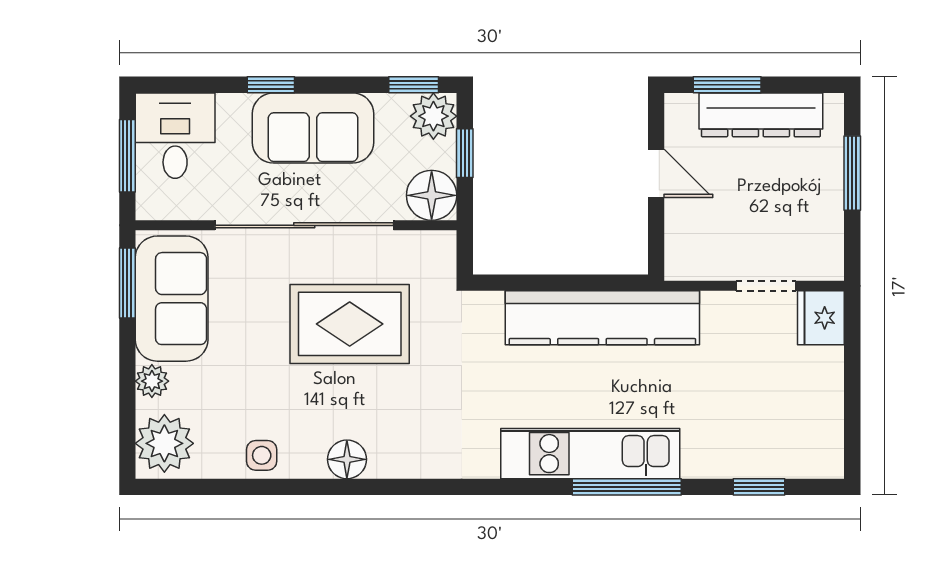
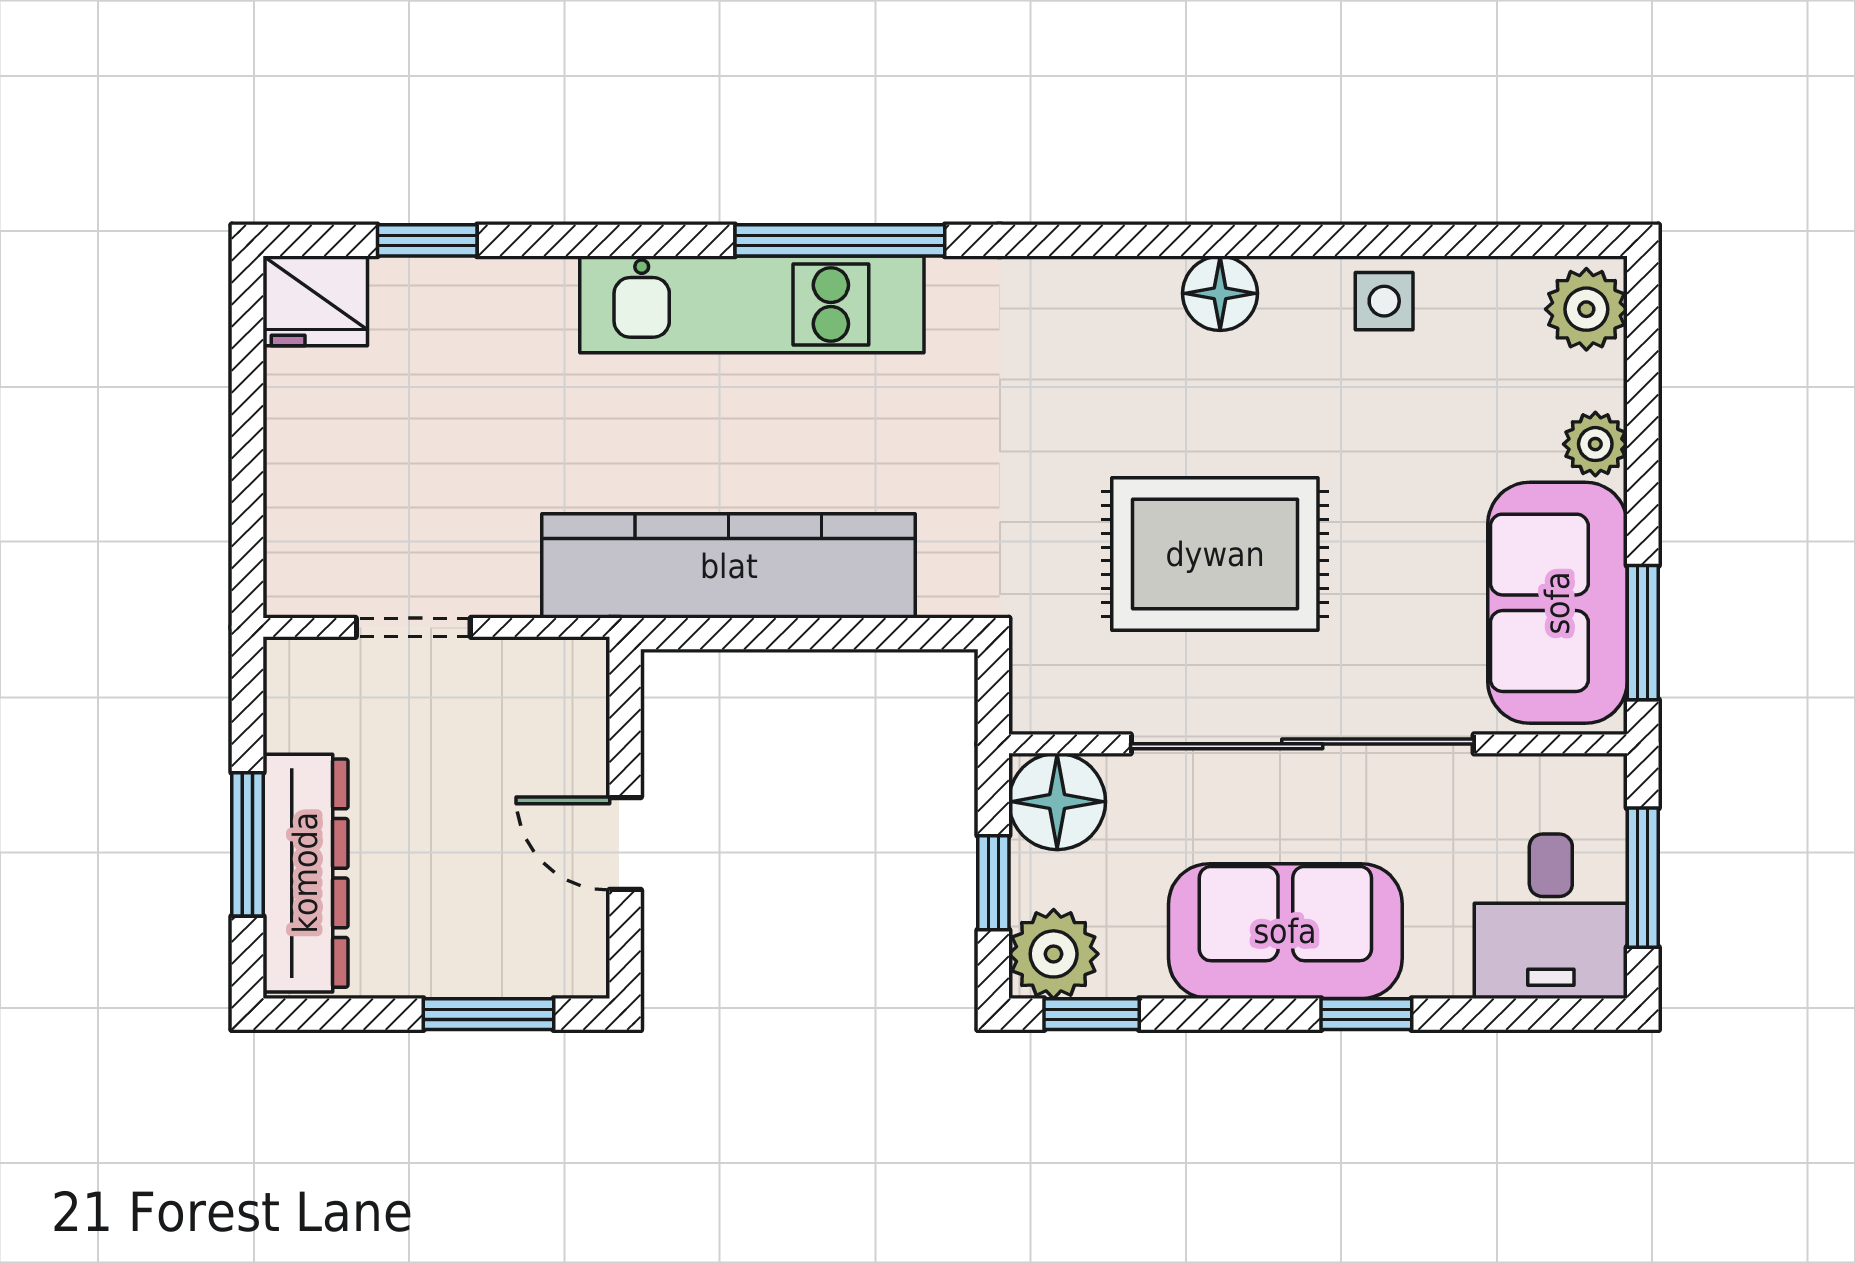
dresser: (761, 115) -> (305, 873), moved, turned 90
fridge: (821, 318) -> (315, 301), moved, turned 90
plant: (164, 443) -> (1586, 309), width x0.73, depth x0.73
window: (627, 487) -> (840, 240), moved

